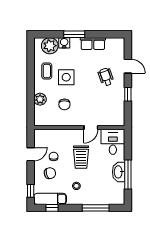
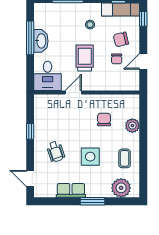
water cooler: (64, 43) -> (104, 191), removed
door: (128, 66) -> (30, 178), moved
side table: (66, 77) -> (90, 157), moved

